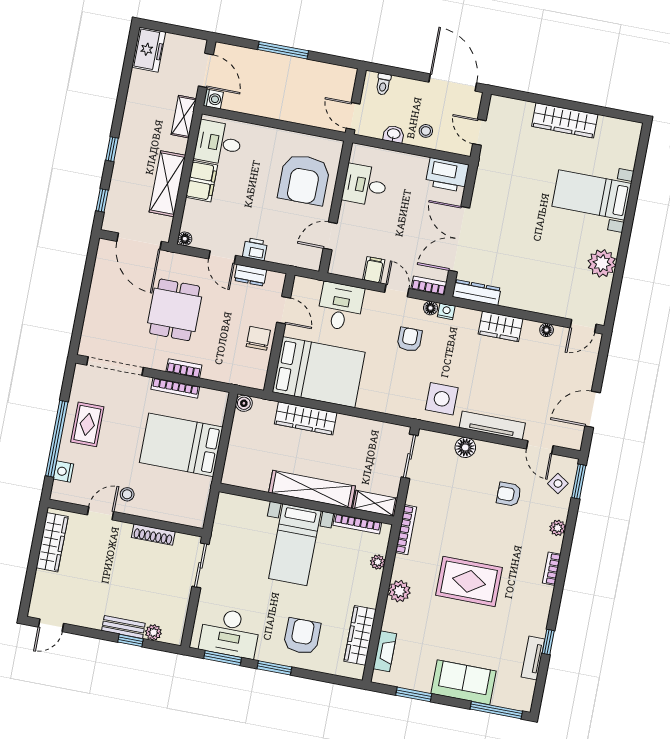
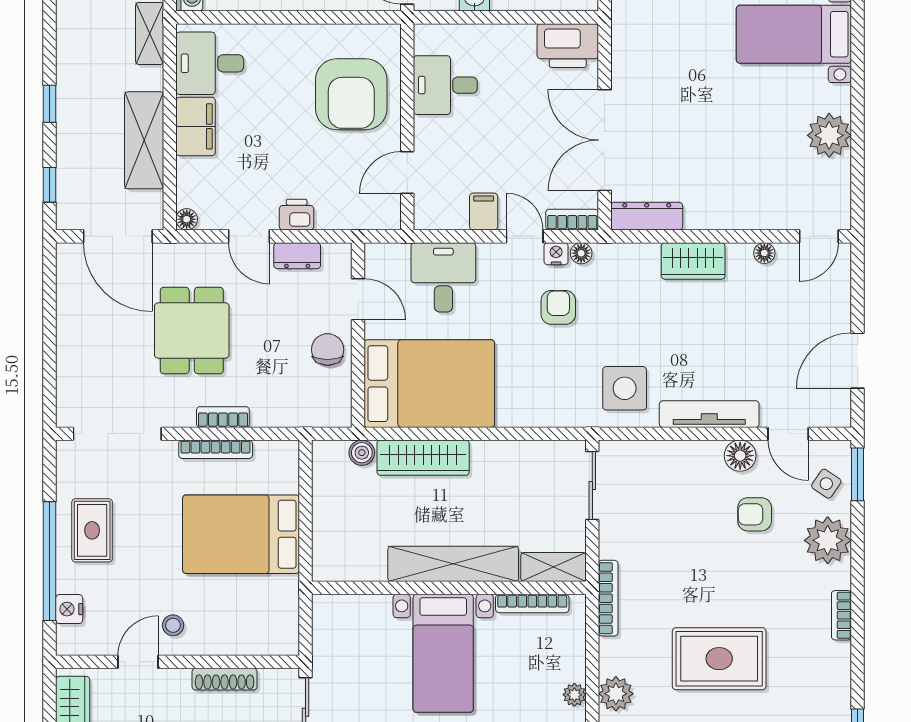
nightstand: (446, 311) -> (556, 254), moved
boiler: (244, 403) -> (362, 453), moved
floor lamp: (465, 447) -> (740, 456), moved
plant: (558, 528) -> (828, 540), width x1.87, depth x1.87
plant: (378, 562) -> (574, 695), moved

